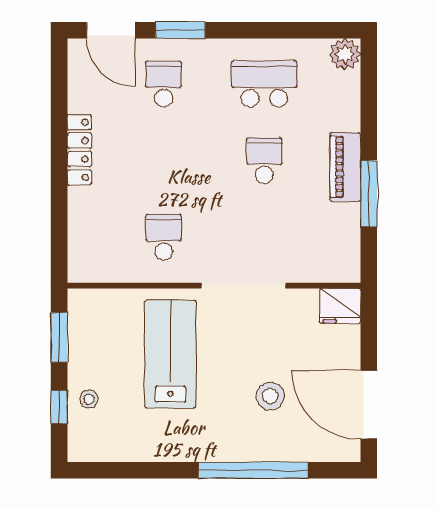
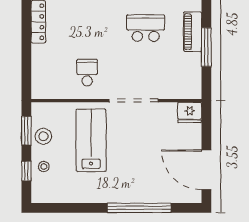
school desk: (264, 161) -> (146, 28), width x1.85
stool: (270, 396) -> (43, 136), moved

